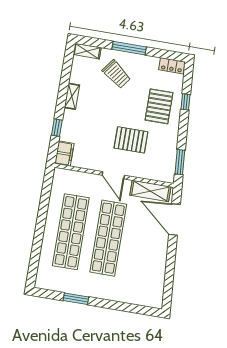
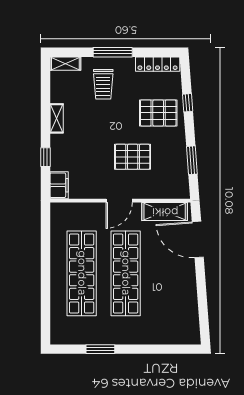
locker: (172, 66) -> (158, 64), width x1.53
trolley: (116, 74) -> (103, 84), turned 53
pallet: (159, 106) -> (158, 113), turned 90
window: (180, 162) -> (192, 160), moved
door: (113, 175) -> (119, 201), hinge flipped

